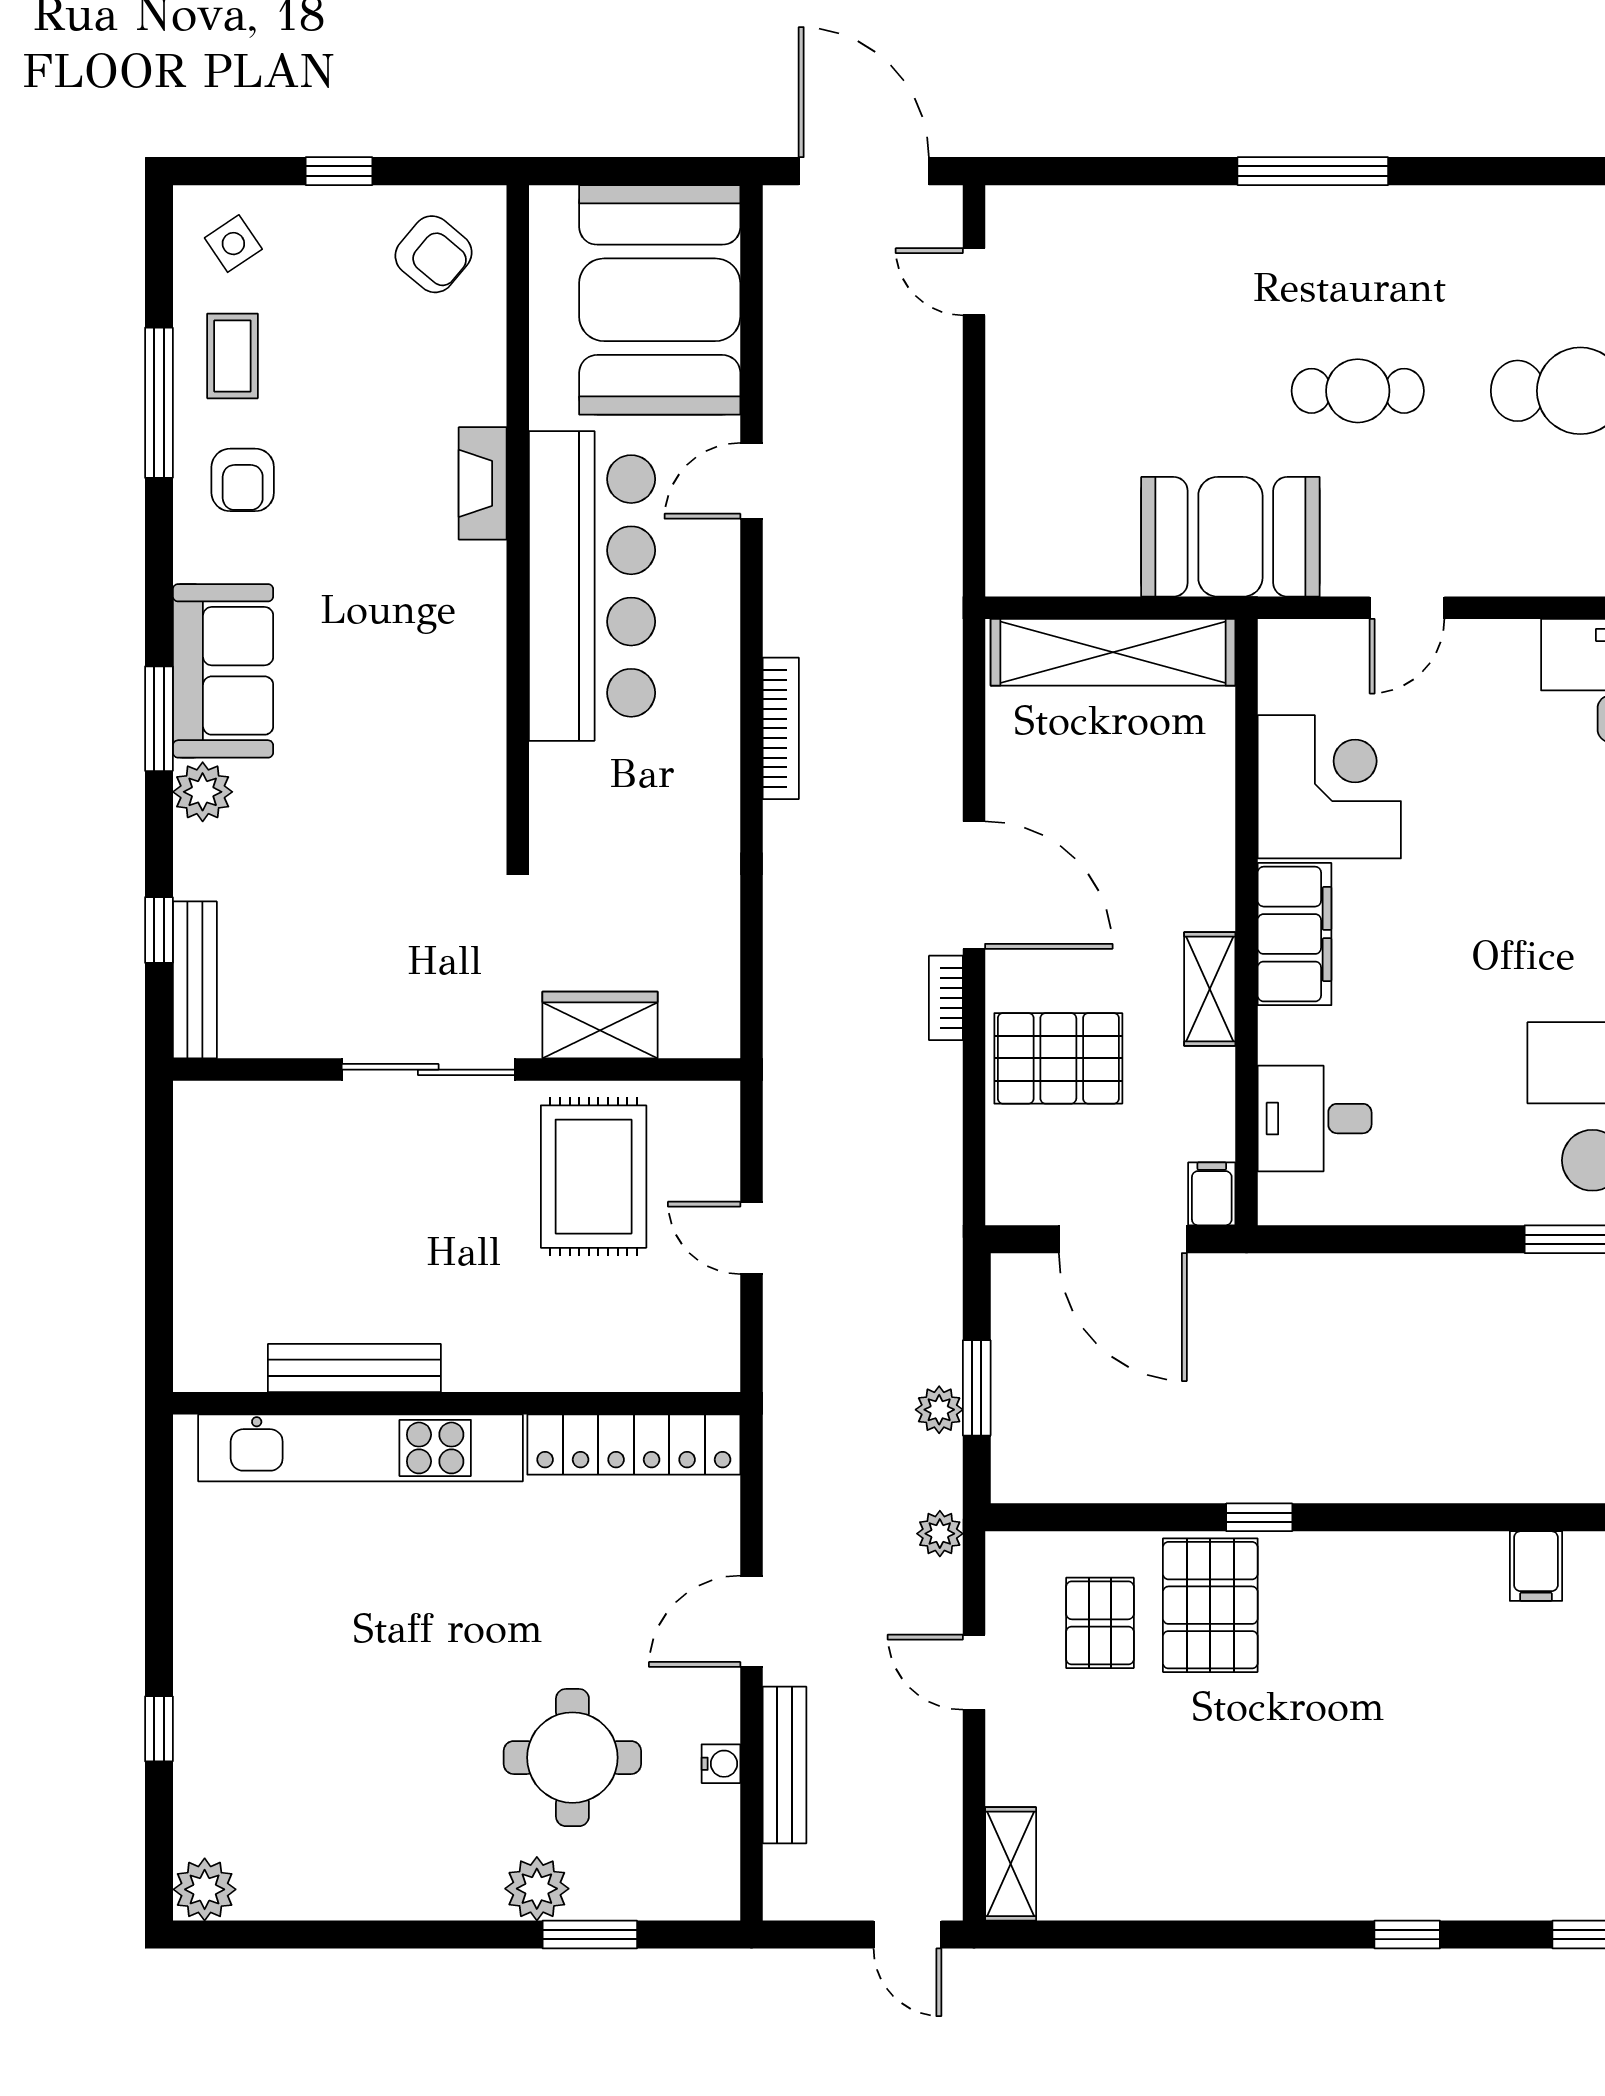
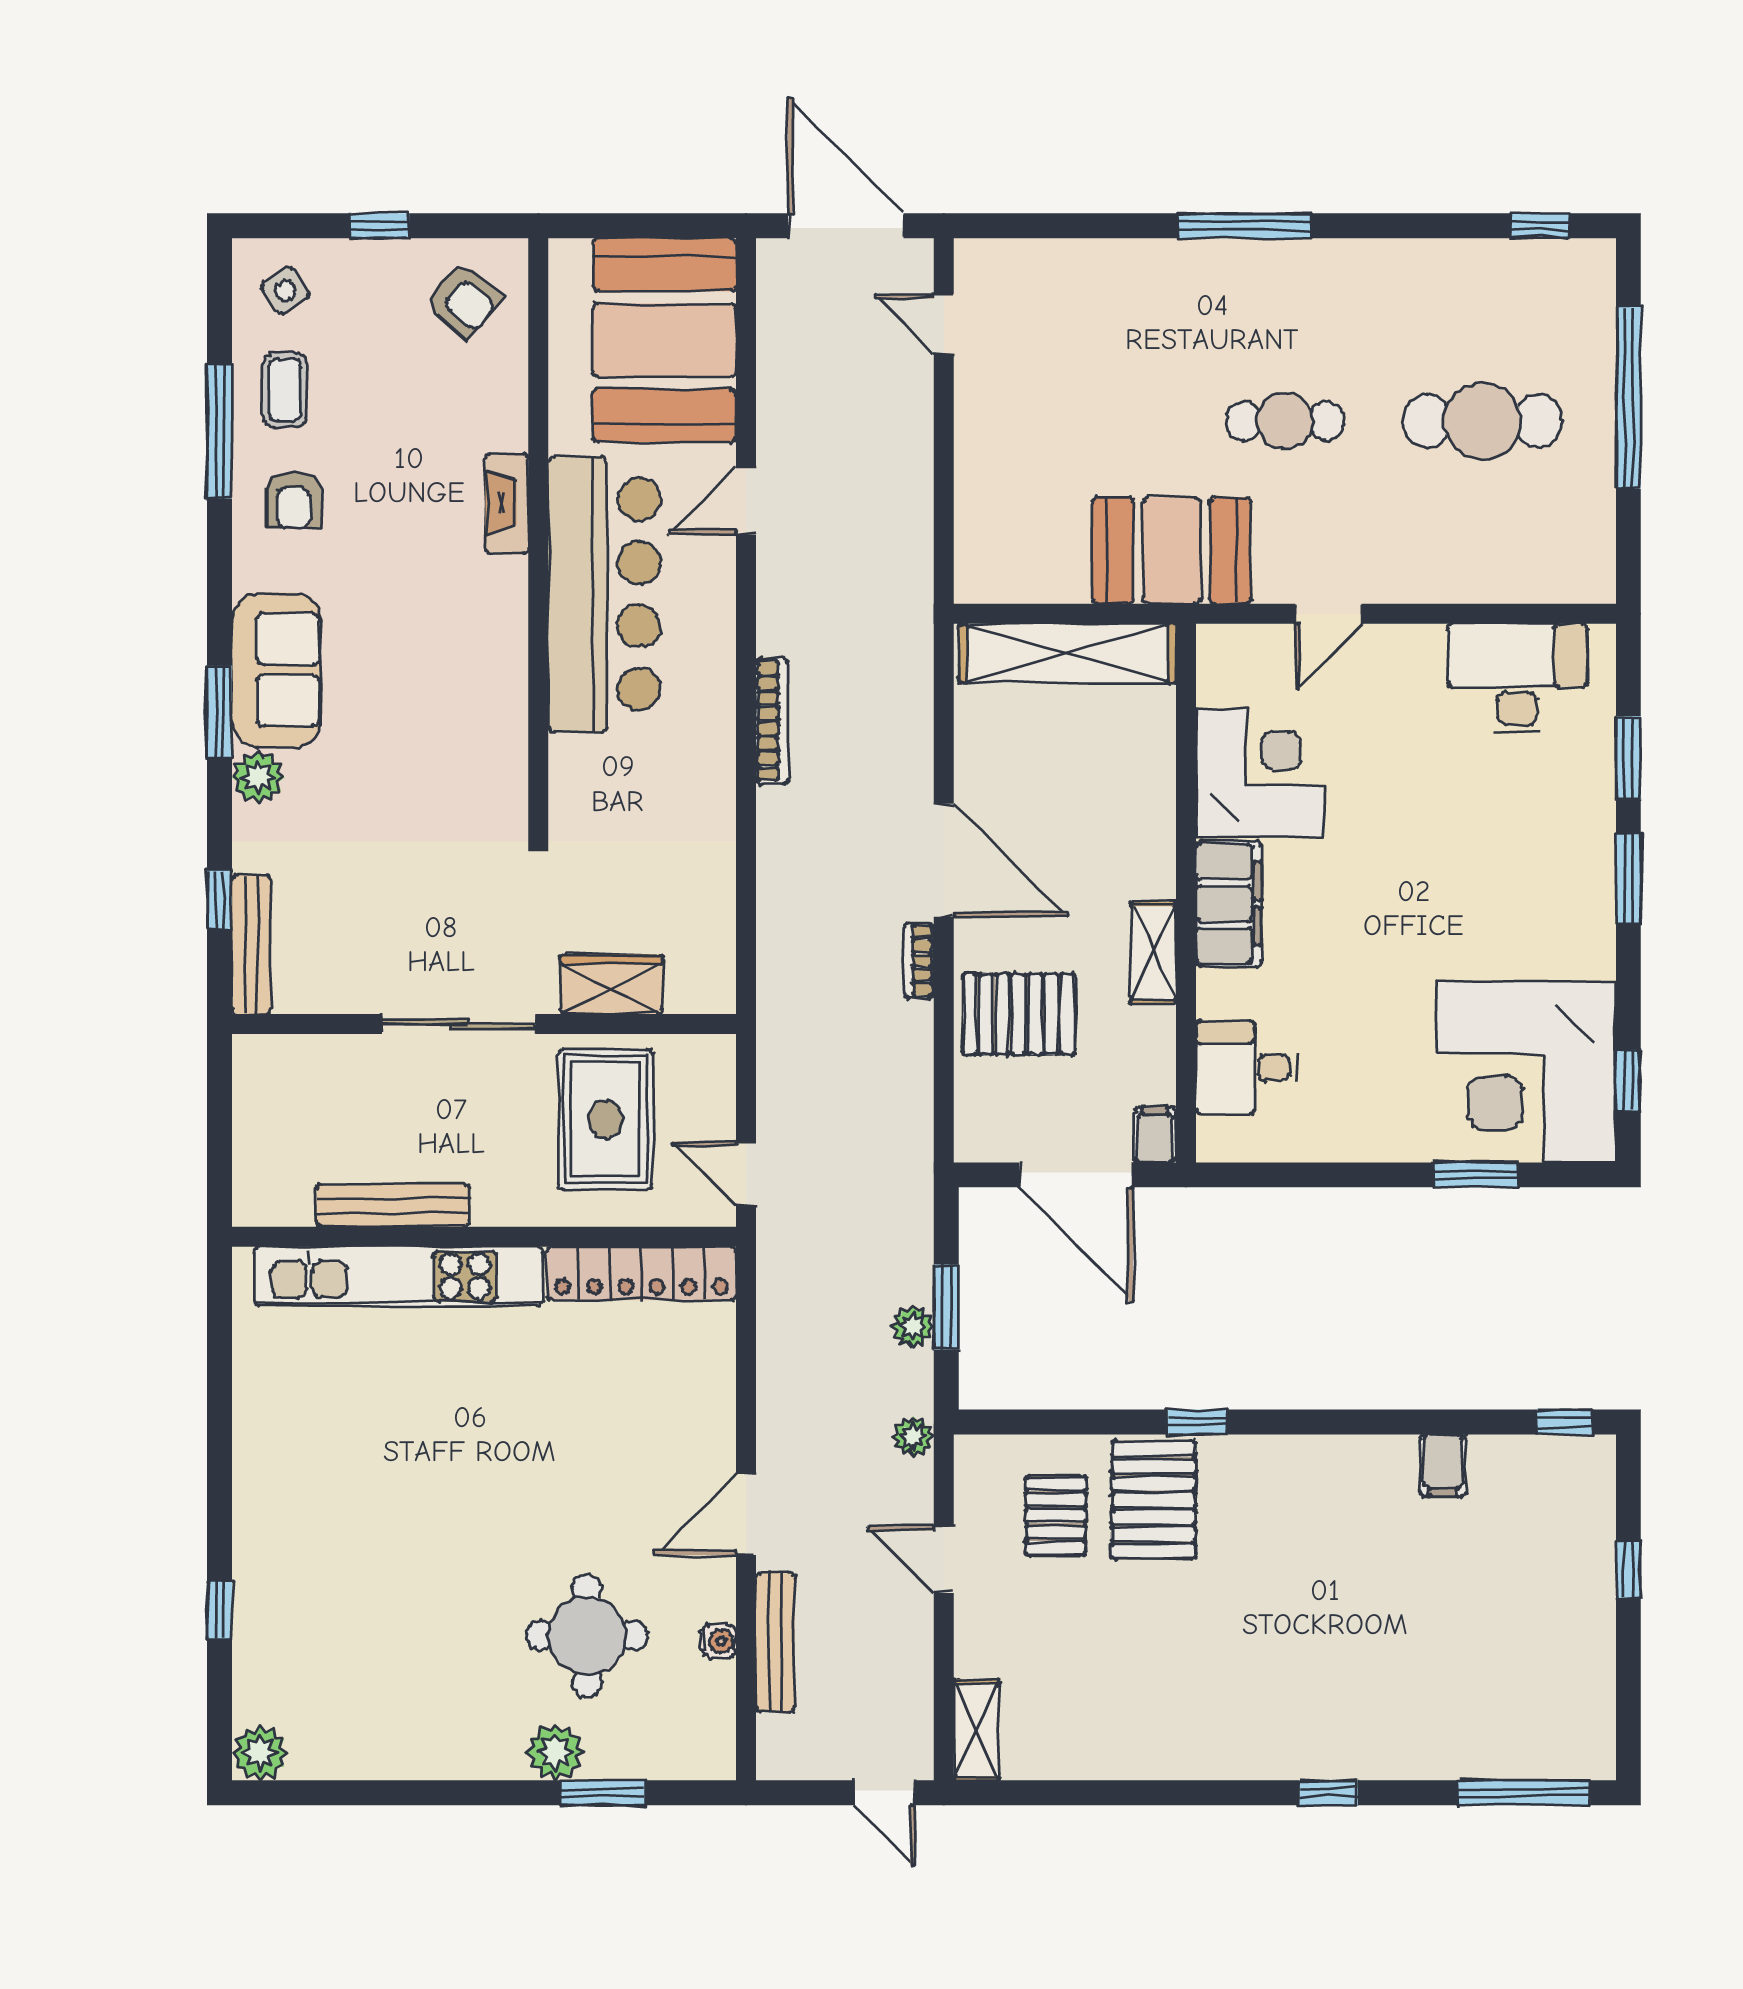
bench: (354, 1368) -> (393, 1205), moved
wall: (457, 1403) -> (484, 1237), moved
locker: (634, 1445) -> (641, 1273), moved
kitchen unit: (361, 1448) -> (399, 1276), moved

